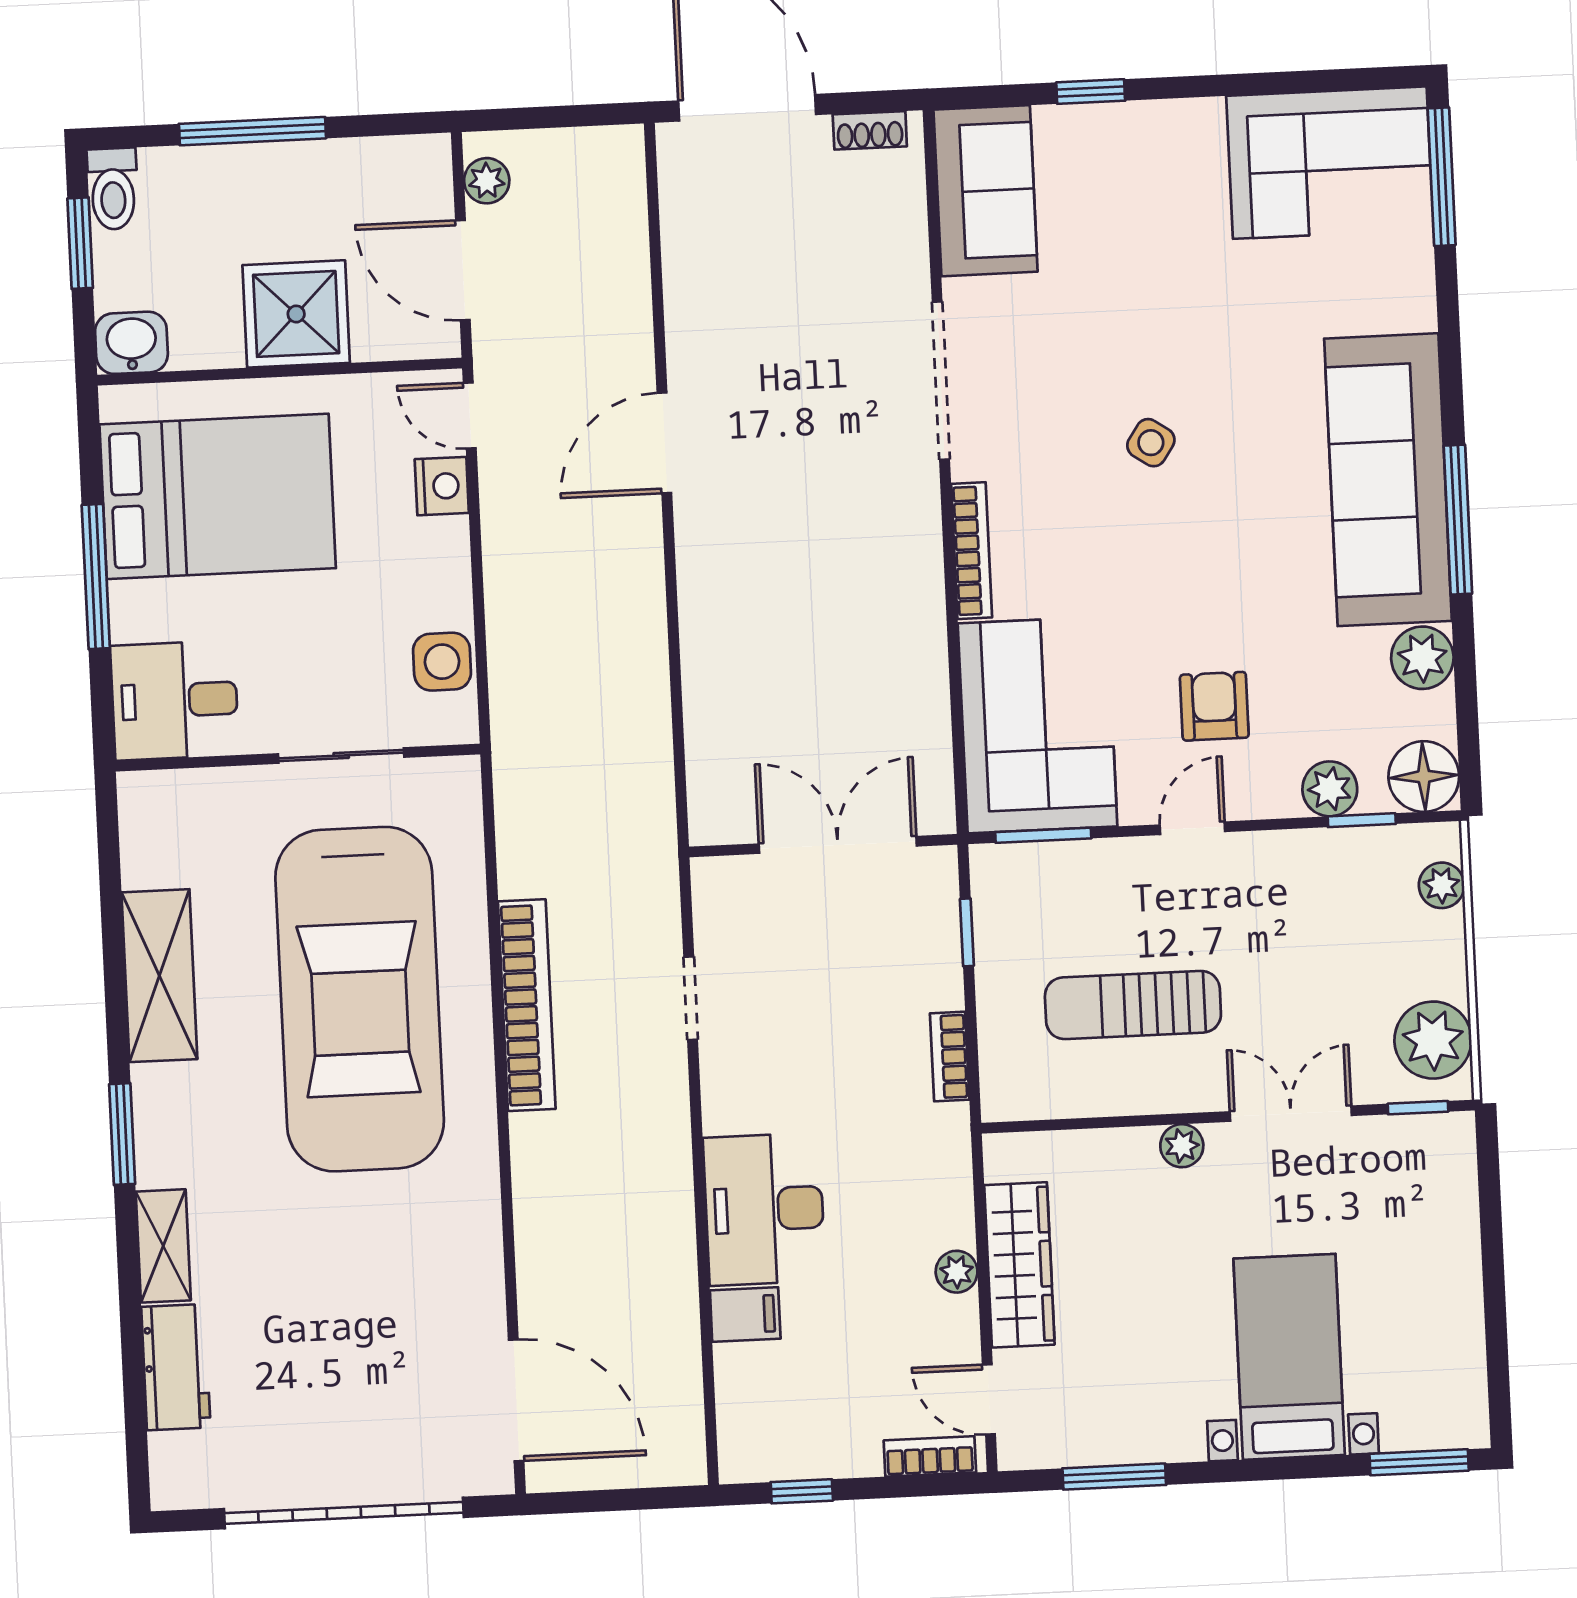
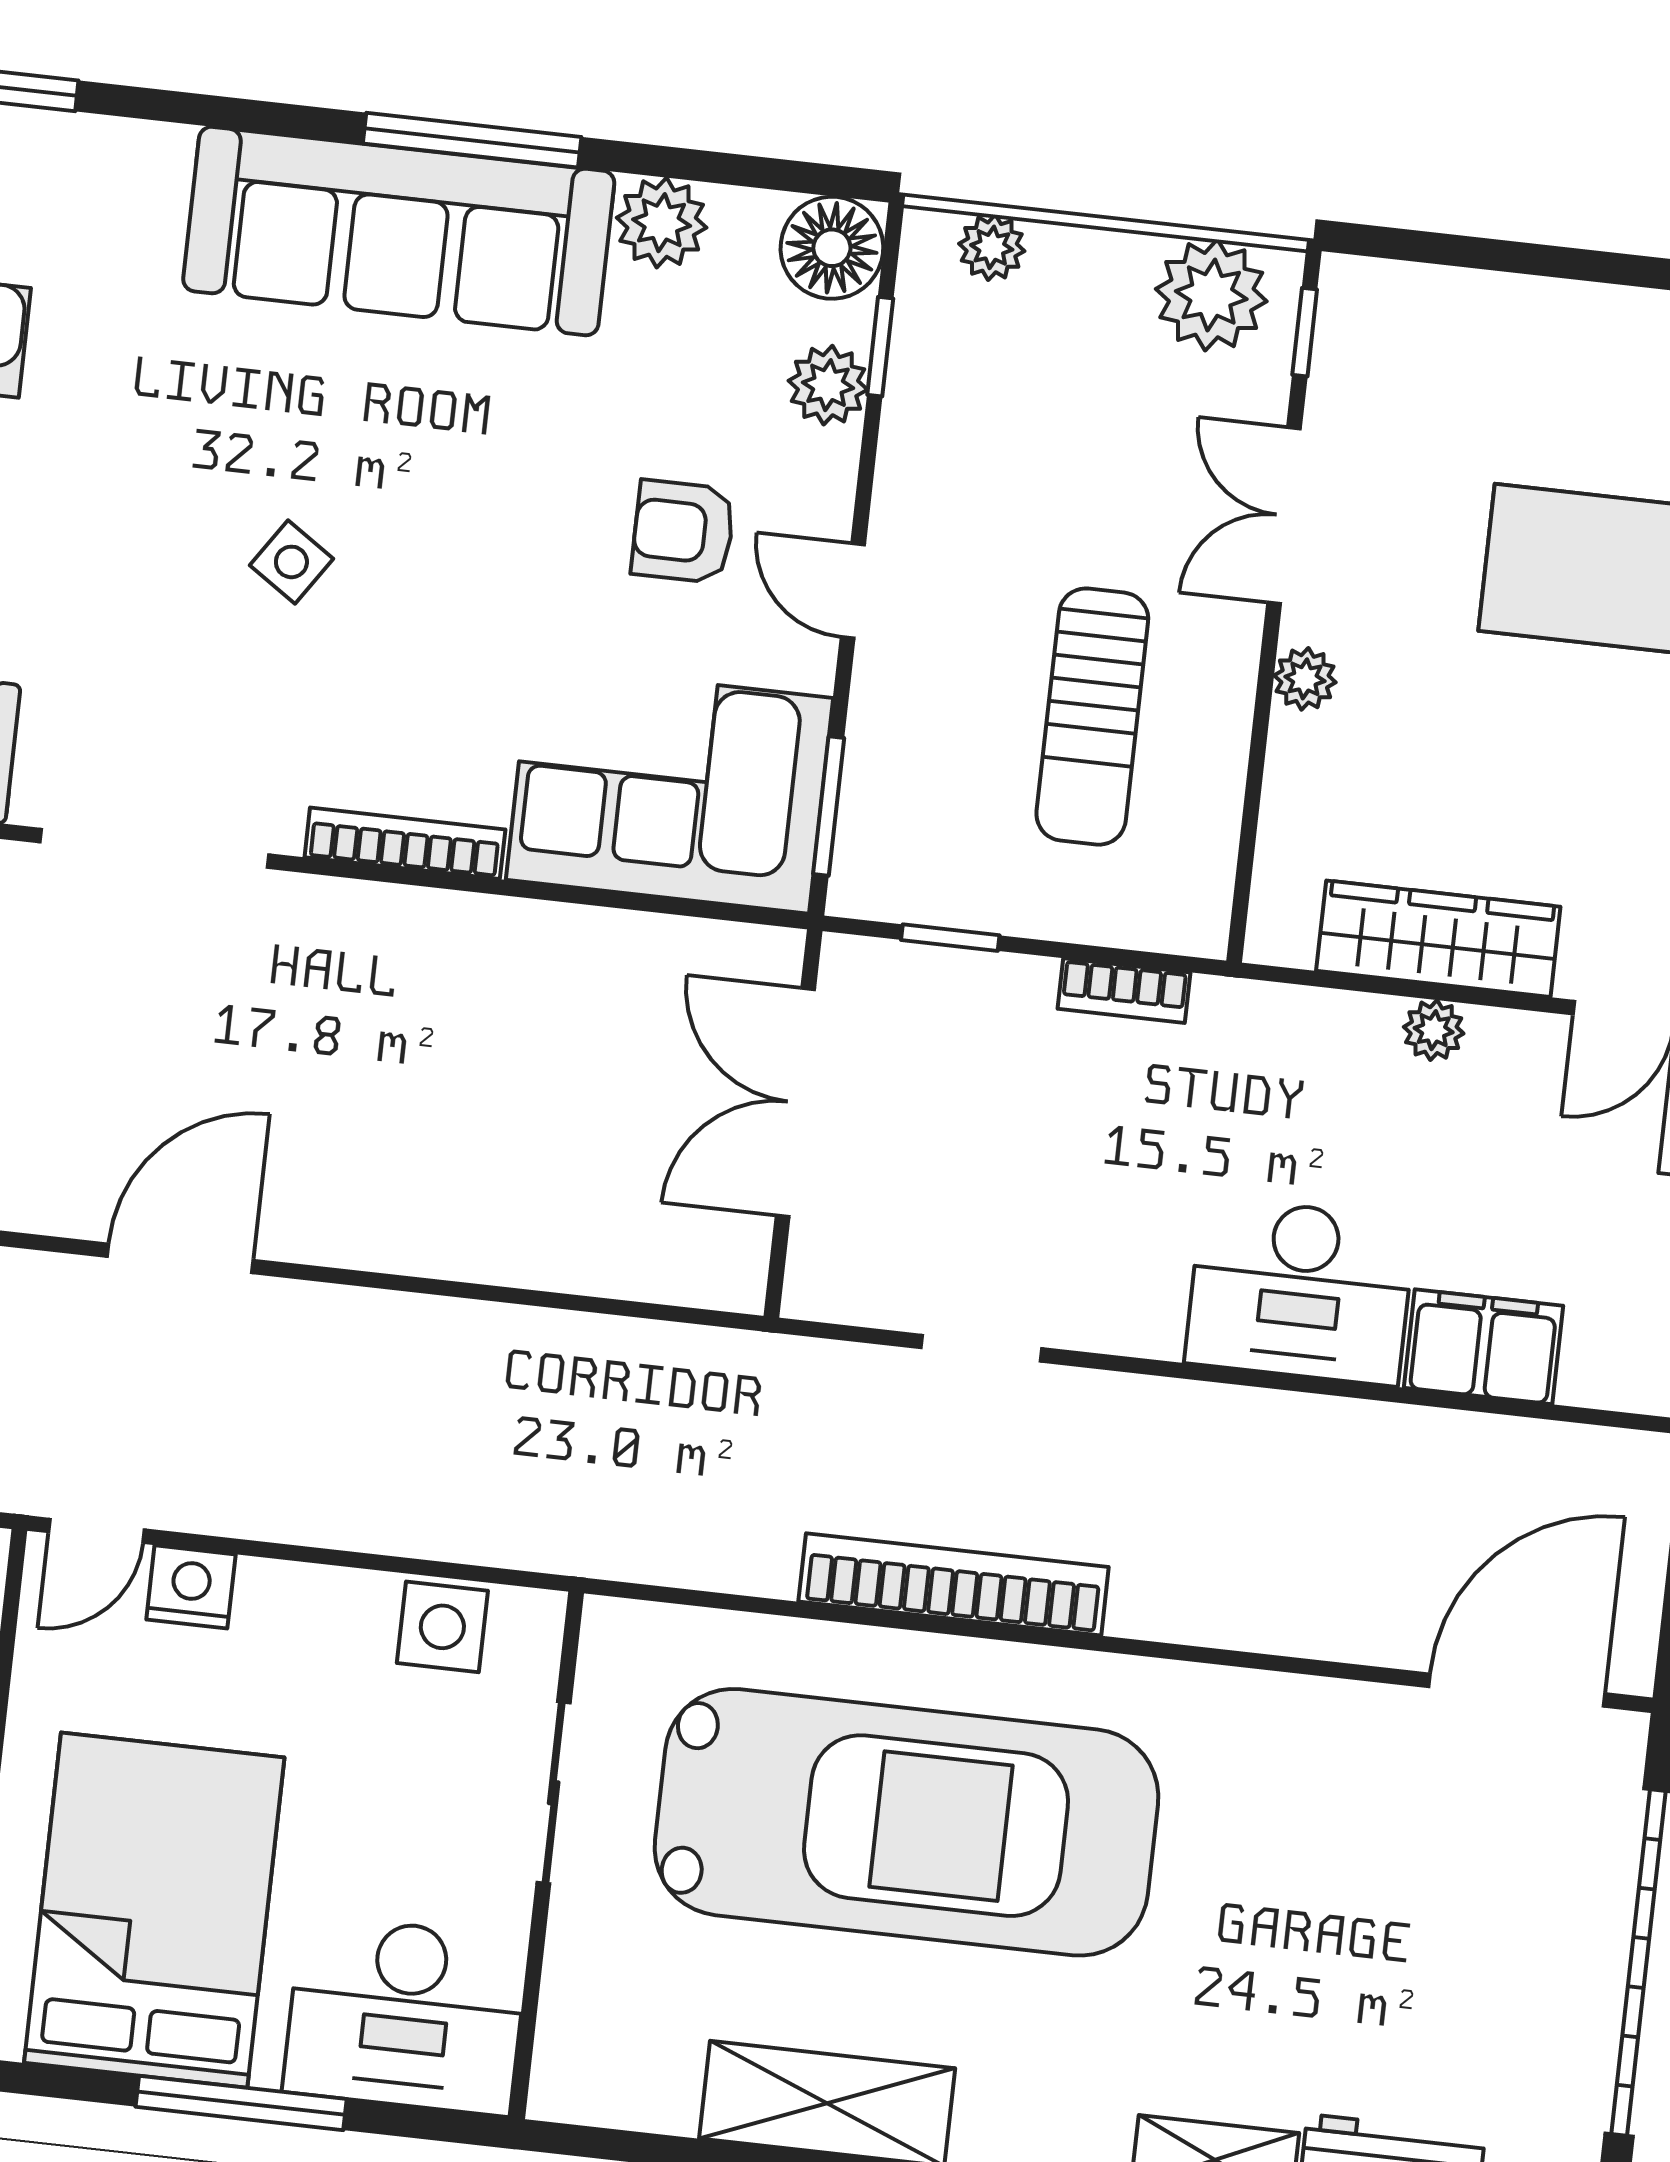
door: (664, 443) -> (180, 1258), swing flipped
desk: (175, 700) -> (406, 2015), width x1.37
filing cabinet: (745, 1314) -> (1483, 1347), width x2.00

